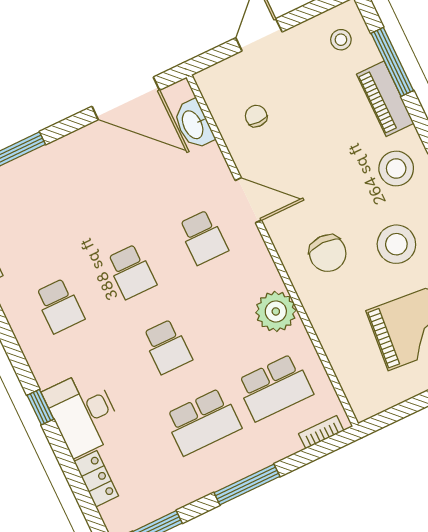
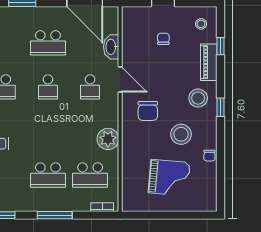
window: (392, 62) -> (221, 46), width x0.46
chair: (256, 116) -> (163, 39), moved
washbasin: (193, 124) -> (111, 47), moved
chair: (328, 253) -> (148, 111), moved
school desk: (167, 347) -> (48, 43), moved, width x1.85

